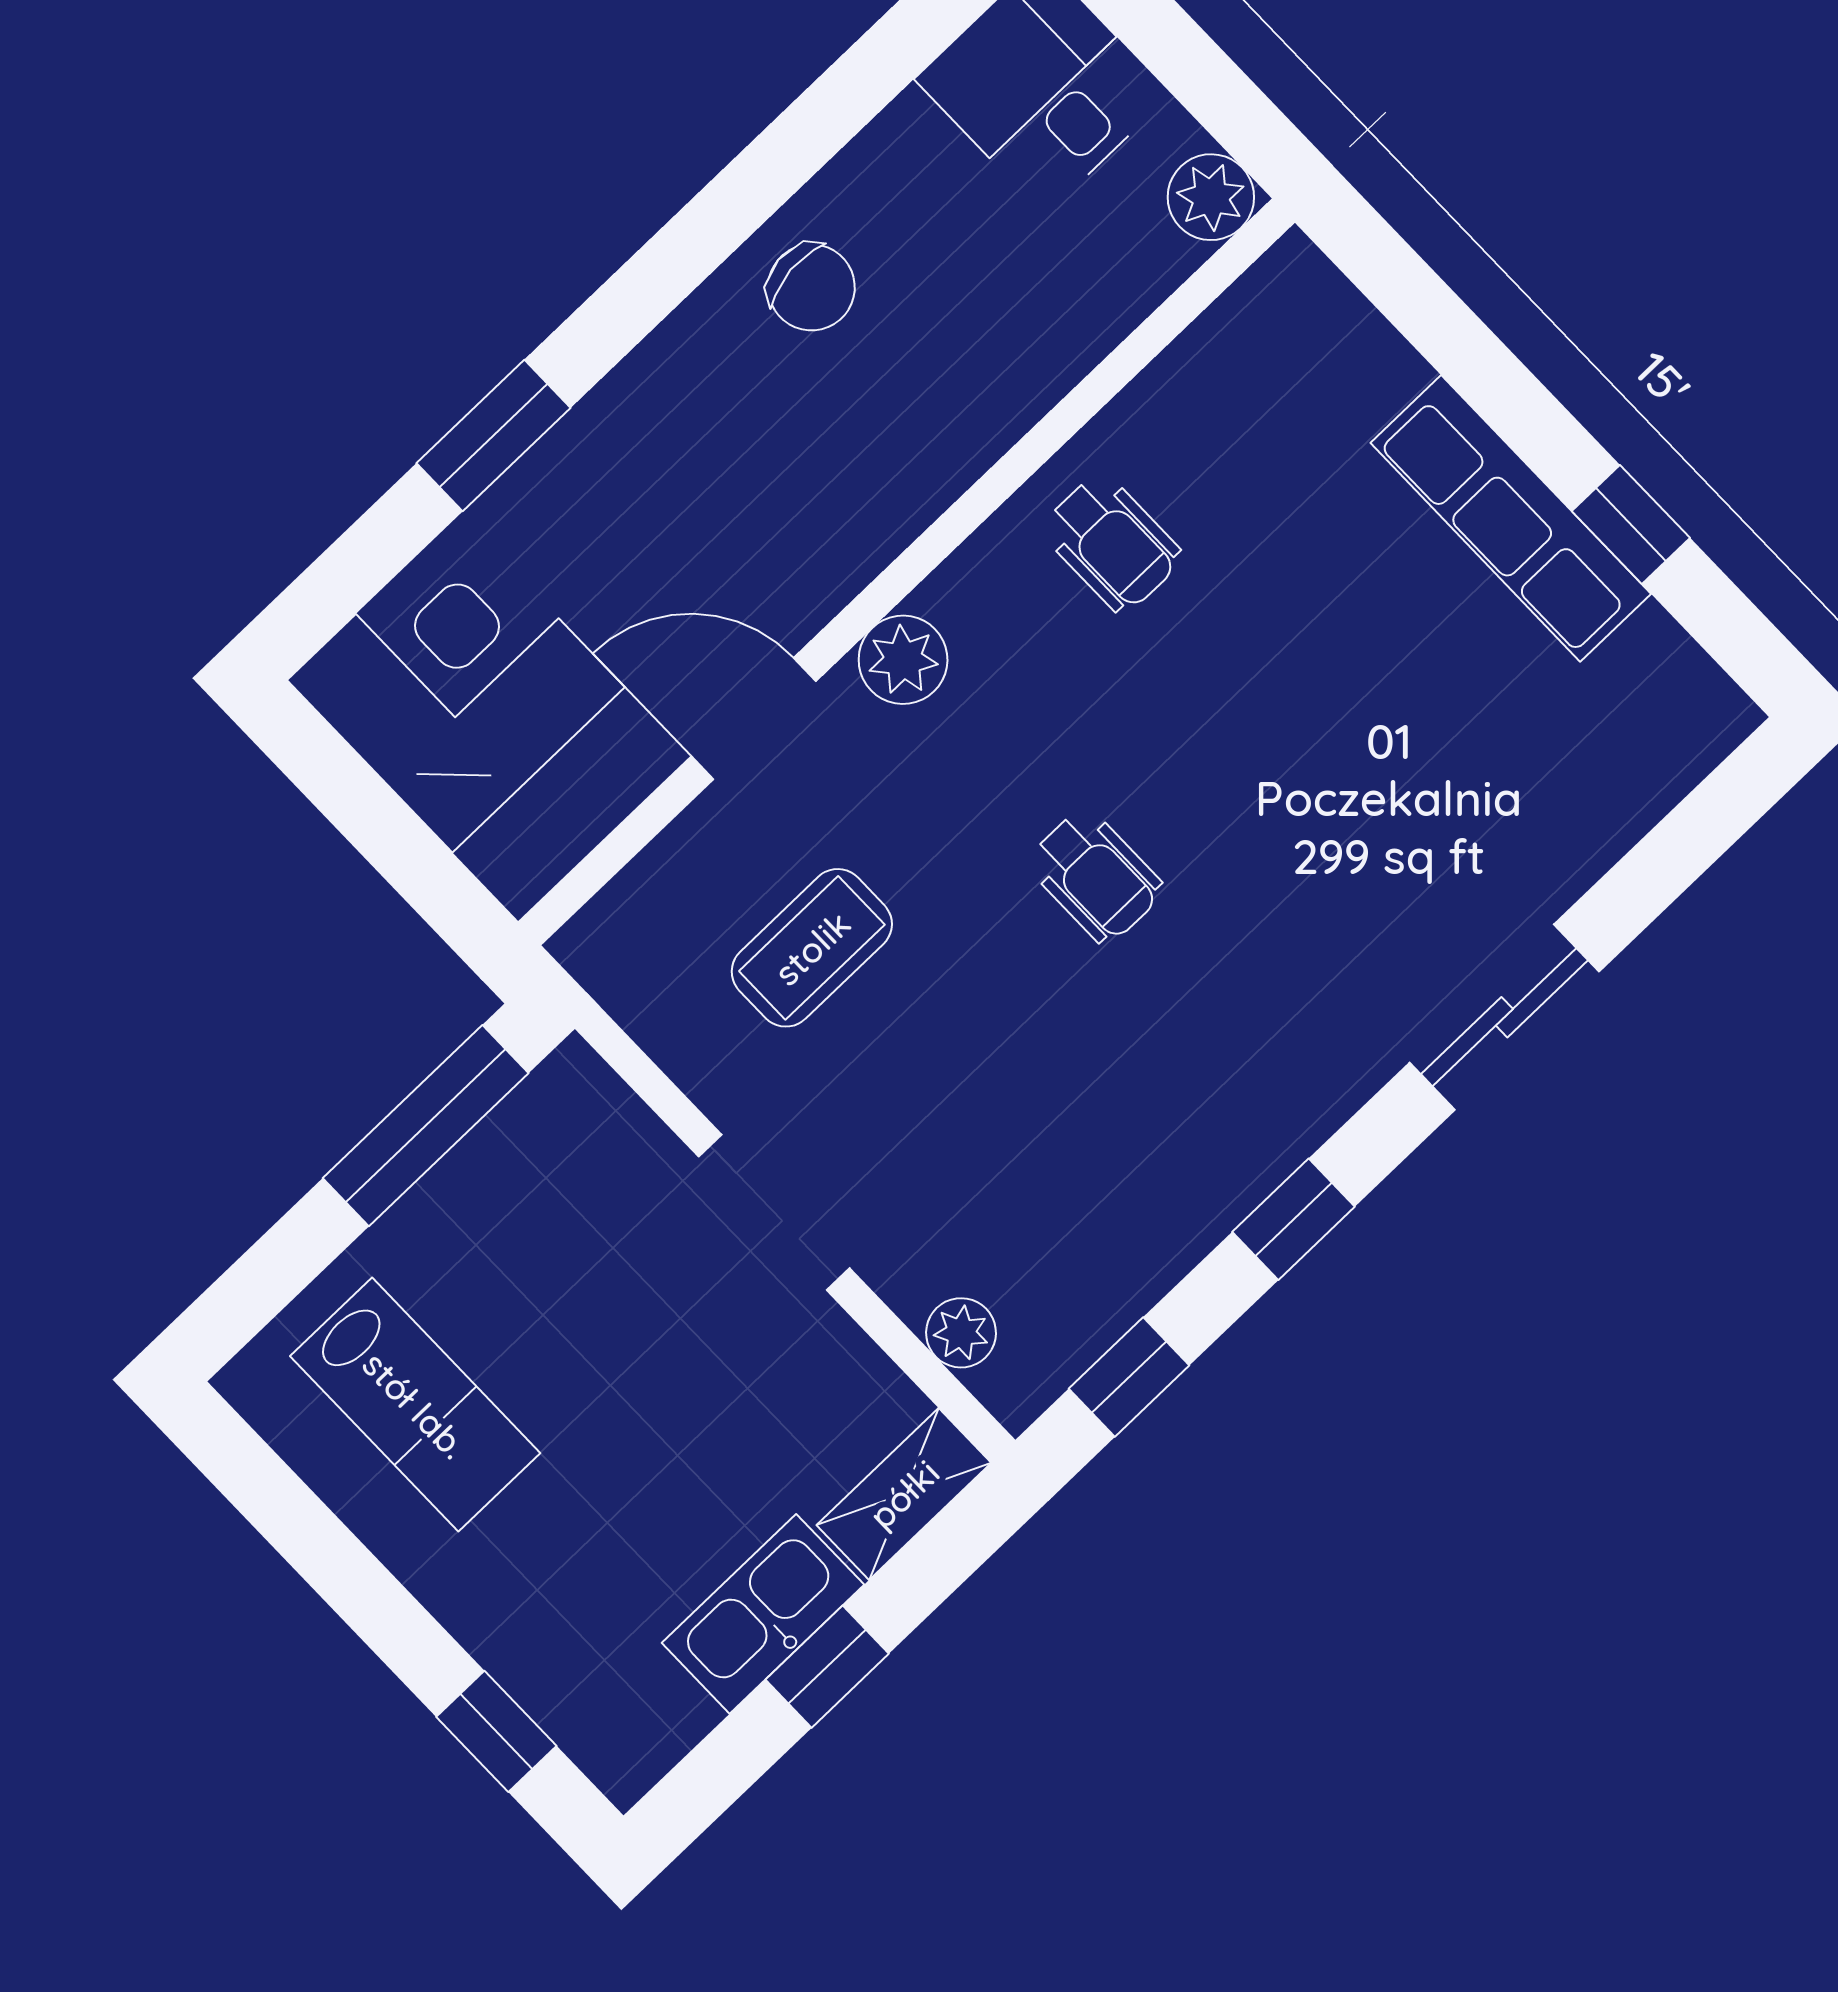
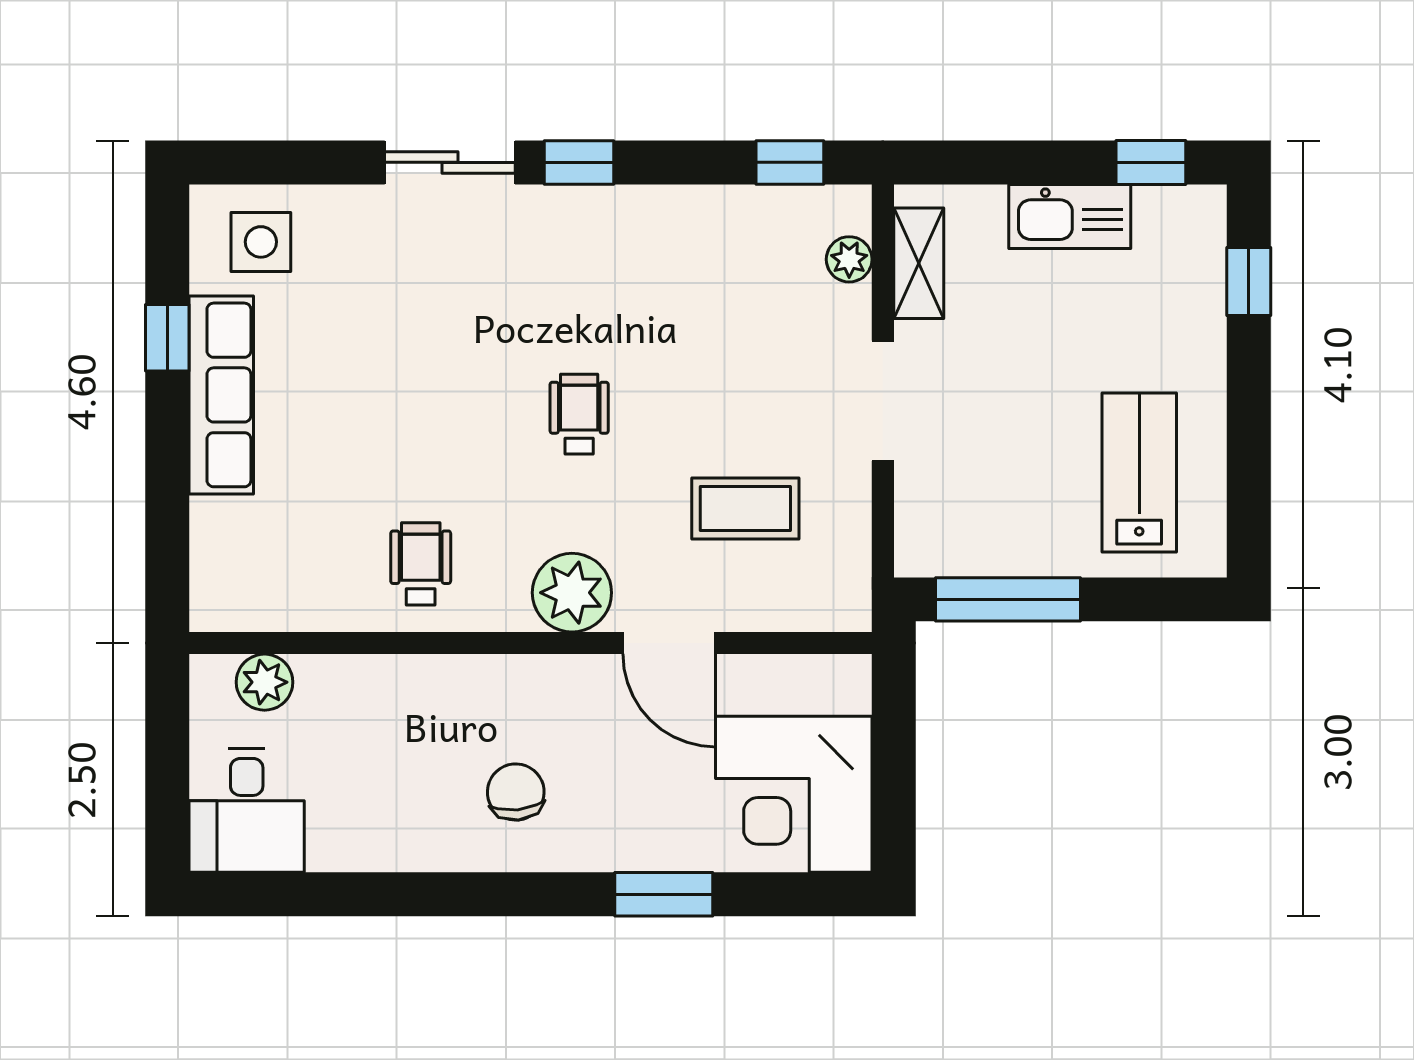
plant: (1211, 197) -> (265, 682), moved
chair: (811, 287) -> (516, 792), moved
plant: (903, 660) -> (572, 593), width x1.36, depth x1.36
side table: (1629, 729) -> (261, 242), added
window: (1294, 1219) -> (579, 162), moved
shelving: (904, 1494) -> (919, 263), moved, turned 90
window: (827, 1667) -> (1151, 162), moved

